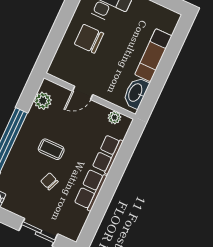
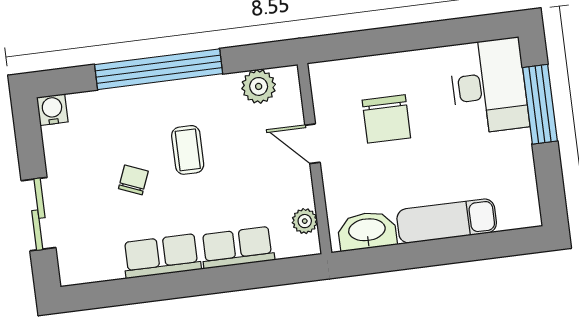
chair: (89, 39) -> (386, 119), moved, turned 180

